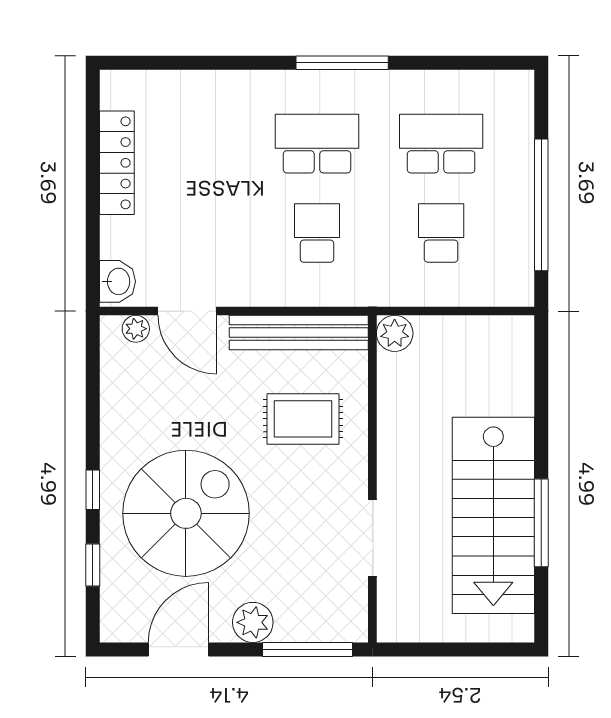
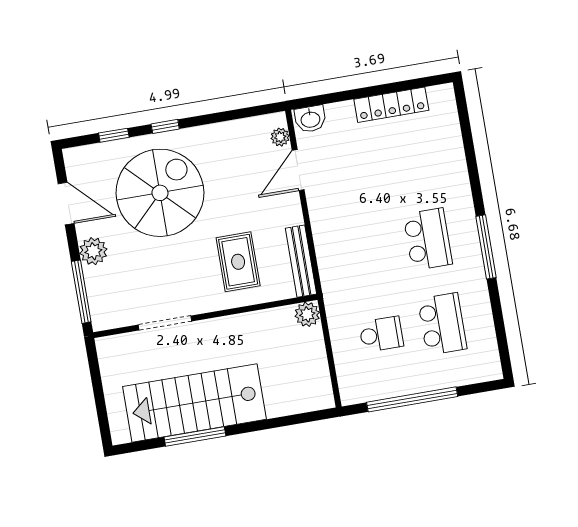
school desk: (317, 233) -> (367, 250), removed
bench: (299, 332) -> (301, 261), width x0.73, depth x0.82
spiral stairs: (186, 513) -> (160, 193), turned -90

